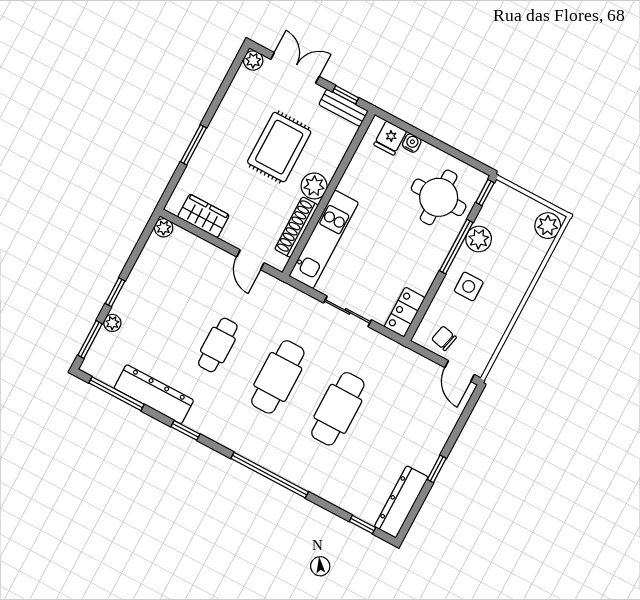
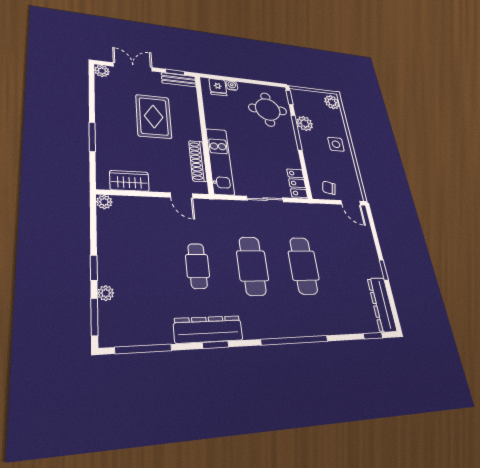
plant: (314, 186) -> (192, 131), removed
side table: (469, 286) -> (336, 144), moved
dresser: (154, 394) -> (208, 329), moved

